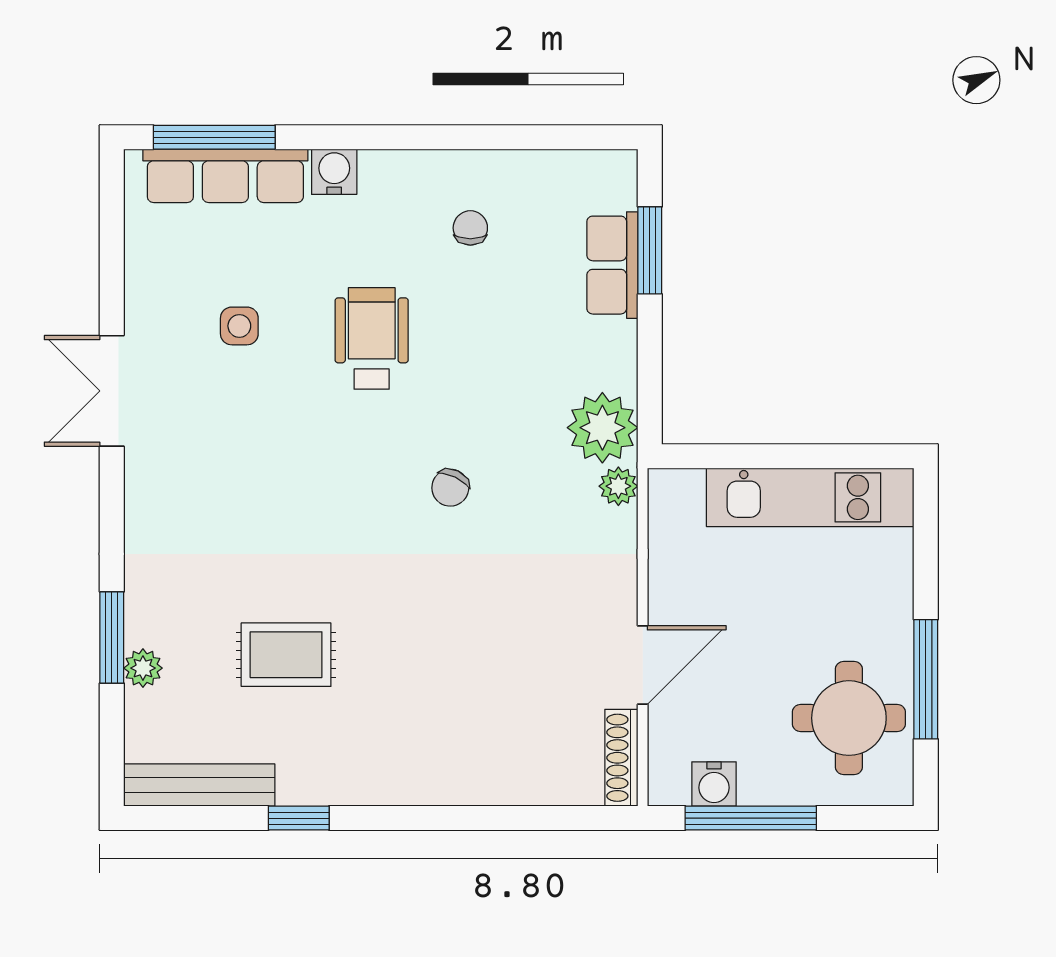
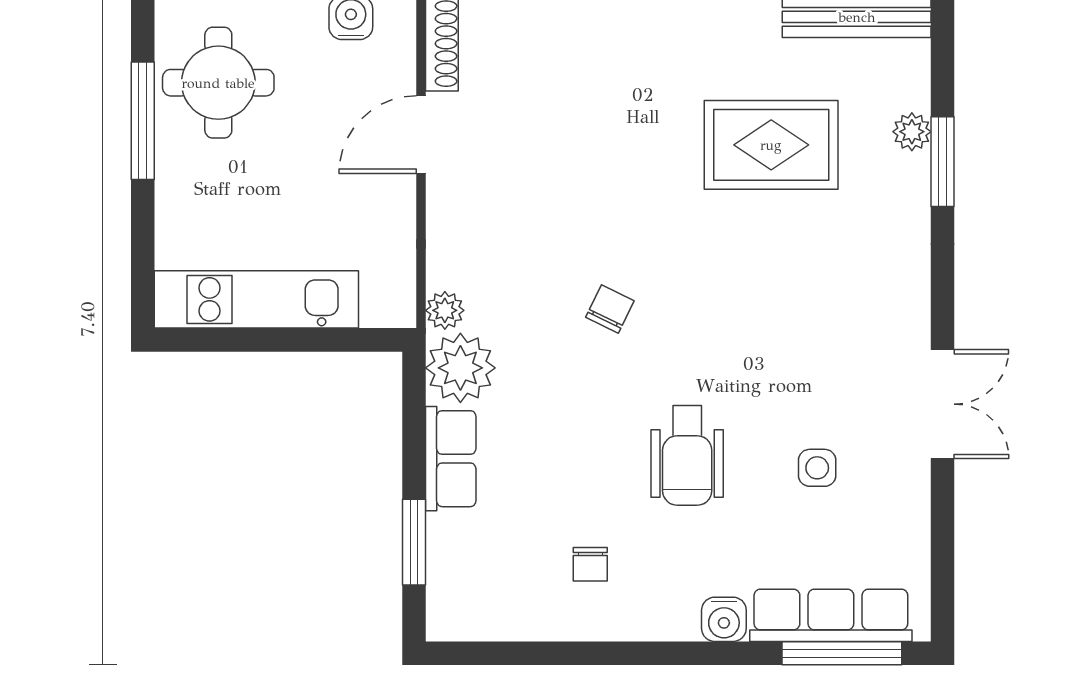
row of seats: (612, 265) -> (451, 459), moved
rug: (286, 655) -> (771, 145), width x1.36, depth x1.43

